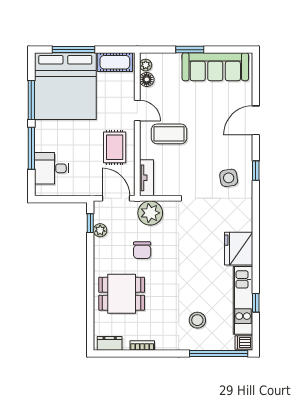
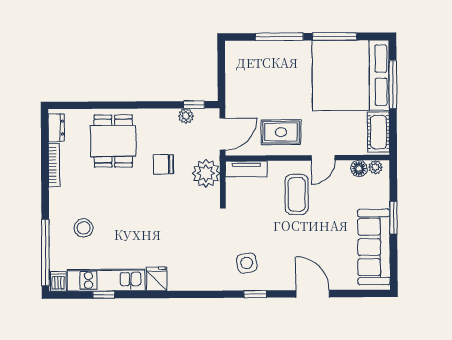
desk: (52, 168) -> (257, 60), removed
fridge: (239, 249) -> (157, 279), width x0.53, depth x0.75
bookcase: (142, 345) -> (54, 165), width x1.56

